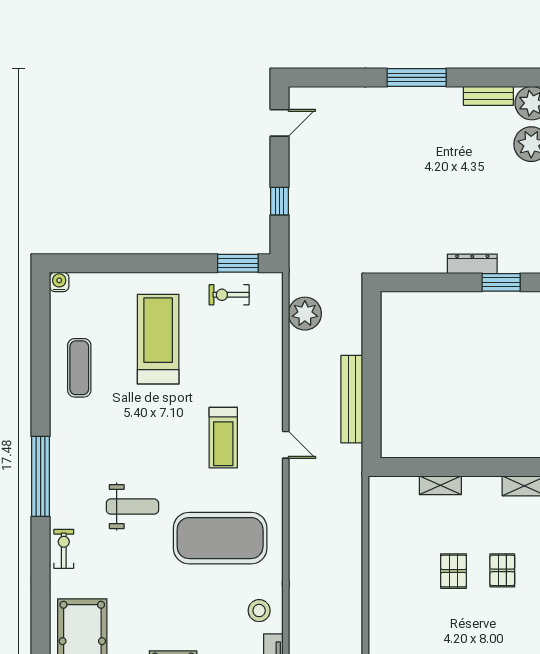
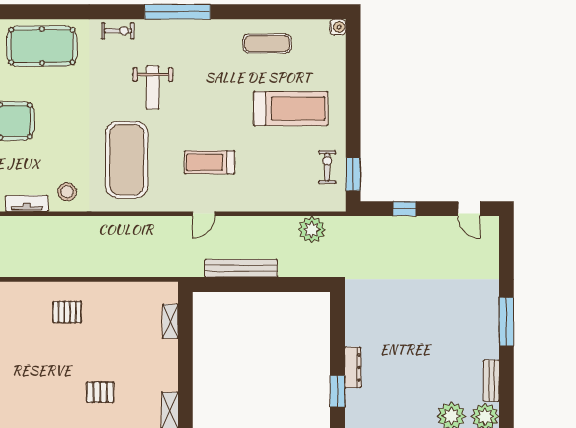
shelving: (440, 485) -> (170, 321), moved
pallet: (454, 571) -> (67, 312), moved

